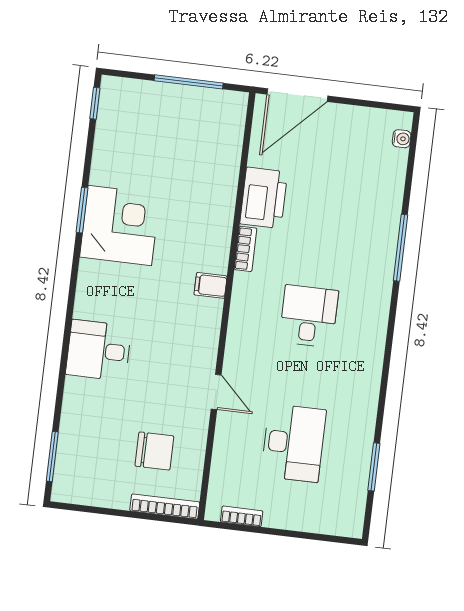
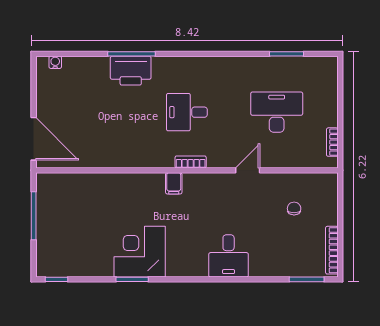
printer: (264, 198) -> (131, 71), moved, turned 180
bookcase: (246, 249) -> (191, 162), moved
chair: (154, 451) -> (294, 208), width x0.54, depth x0.54
bookcase: (165, 506) -> (332, 250), moved

